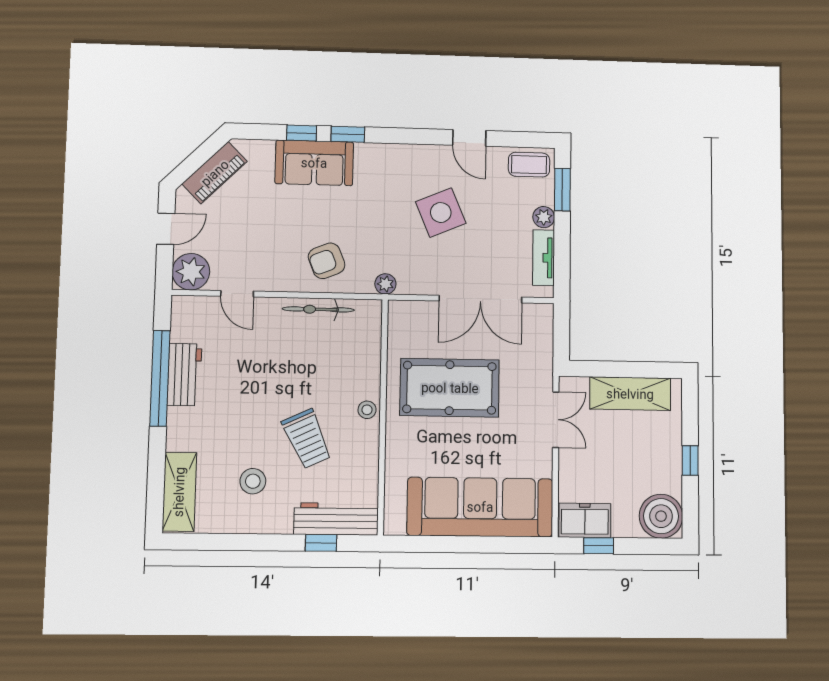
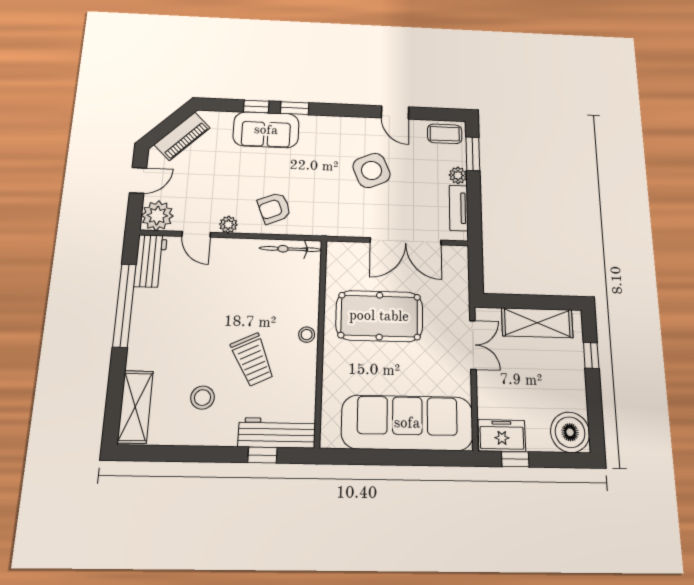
plant: (385, 284) -> (228, 225), moved
bicycle: (318, 309) -> (290, 249), moved
workbench: (184, 375) -> (150, 261), moved
window: (690, 460) -> (591, 355), moved

